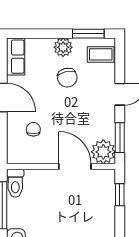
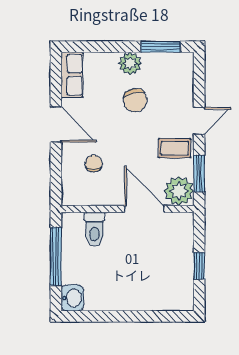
coffee table: (101, 54) -> (175, 148), moved
toilet: (15, 183) -> (94, 229), moved
window: (120, 195) -> (199, 266), moved

